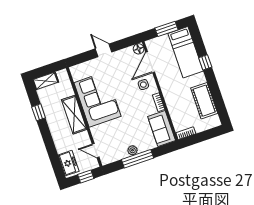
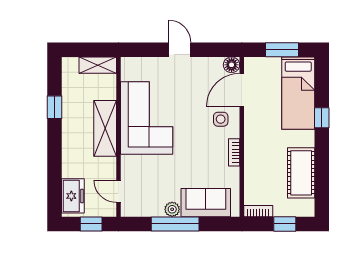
shelving: (45, 81) -> (98, 65), moved
sofa: (162, 129) -> (206, 203), moved, turned 90
window: (205, 136) -> (285, 224), added

